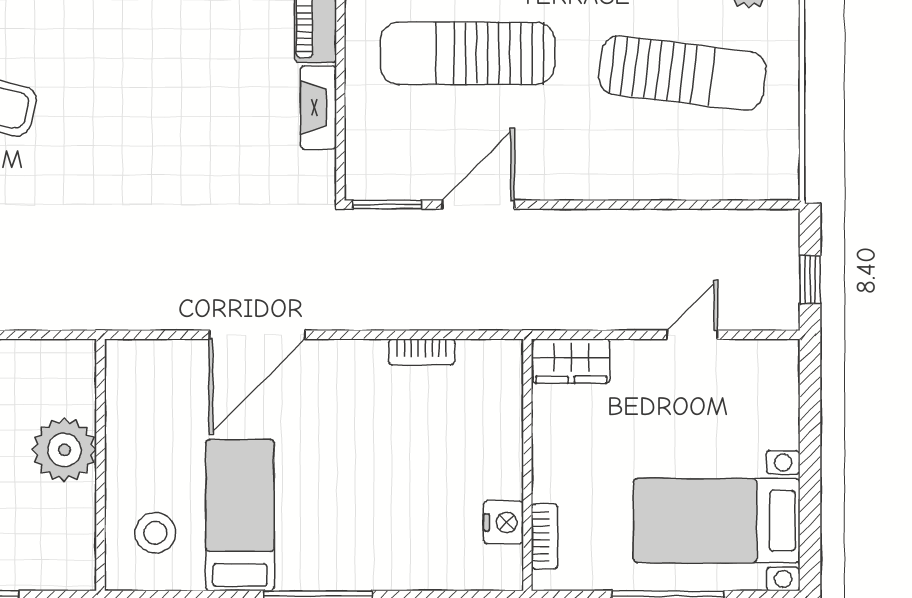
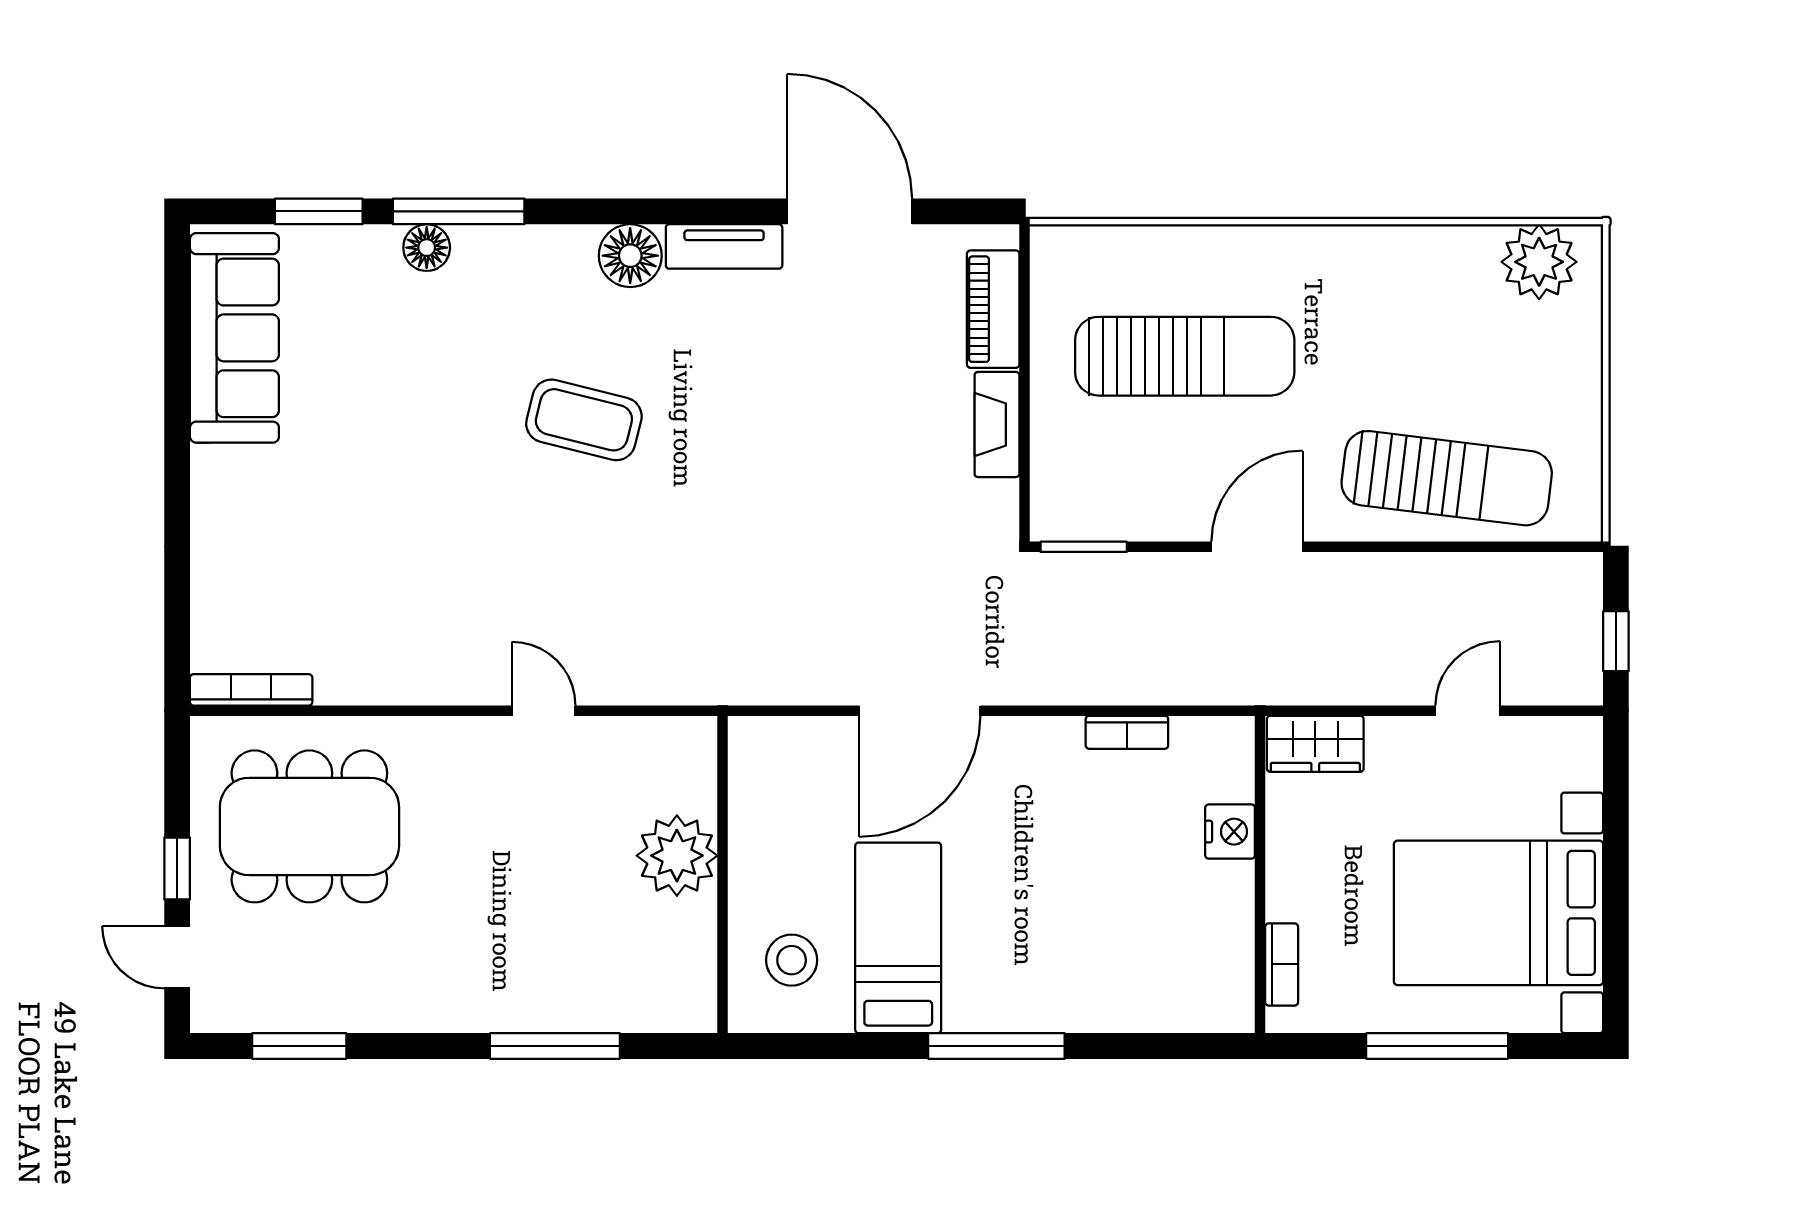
sun lounger: (468, 53) -> (1185, 356), turned 180
sun lounger: (682, 73) -> (1447, 478), moved
door: (478, 205) -> (1257, 547), moved
bed with nightstands: (717, 521) -> (1498, 913), width x1.36
nightstand: (504, 522) -> (1230, 832), moved

